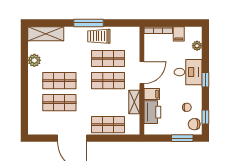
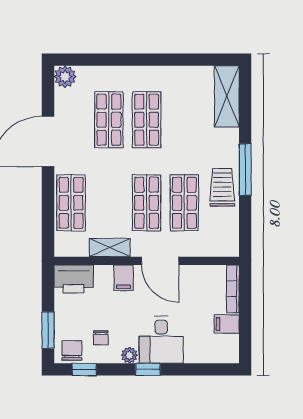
plant: (197, 46) -> (129, 355), moved
plant: (34, 60) -> (65, 77), moved
printer: (152, 112) -> (74, 279), moved

